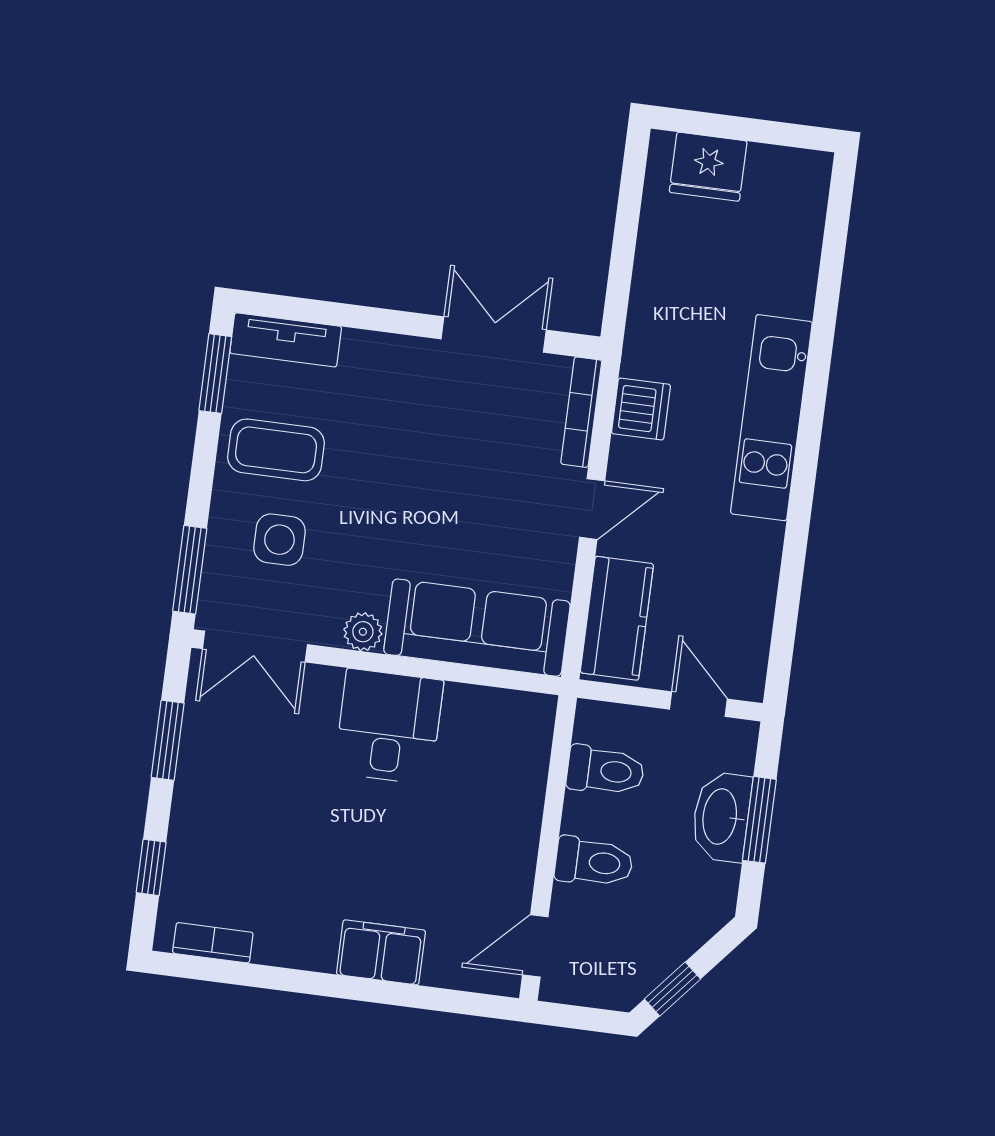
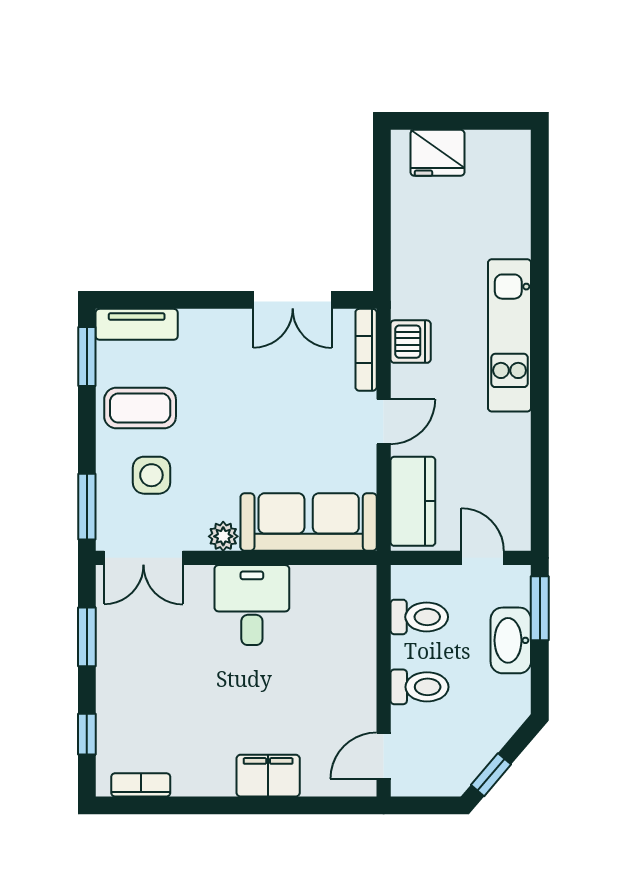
double door: (494, 334) -> (293, 300), swing flipped
window: (759, 820) -> (540, 608), moved

